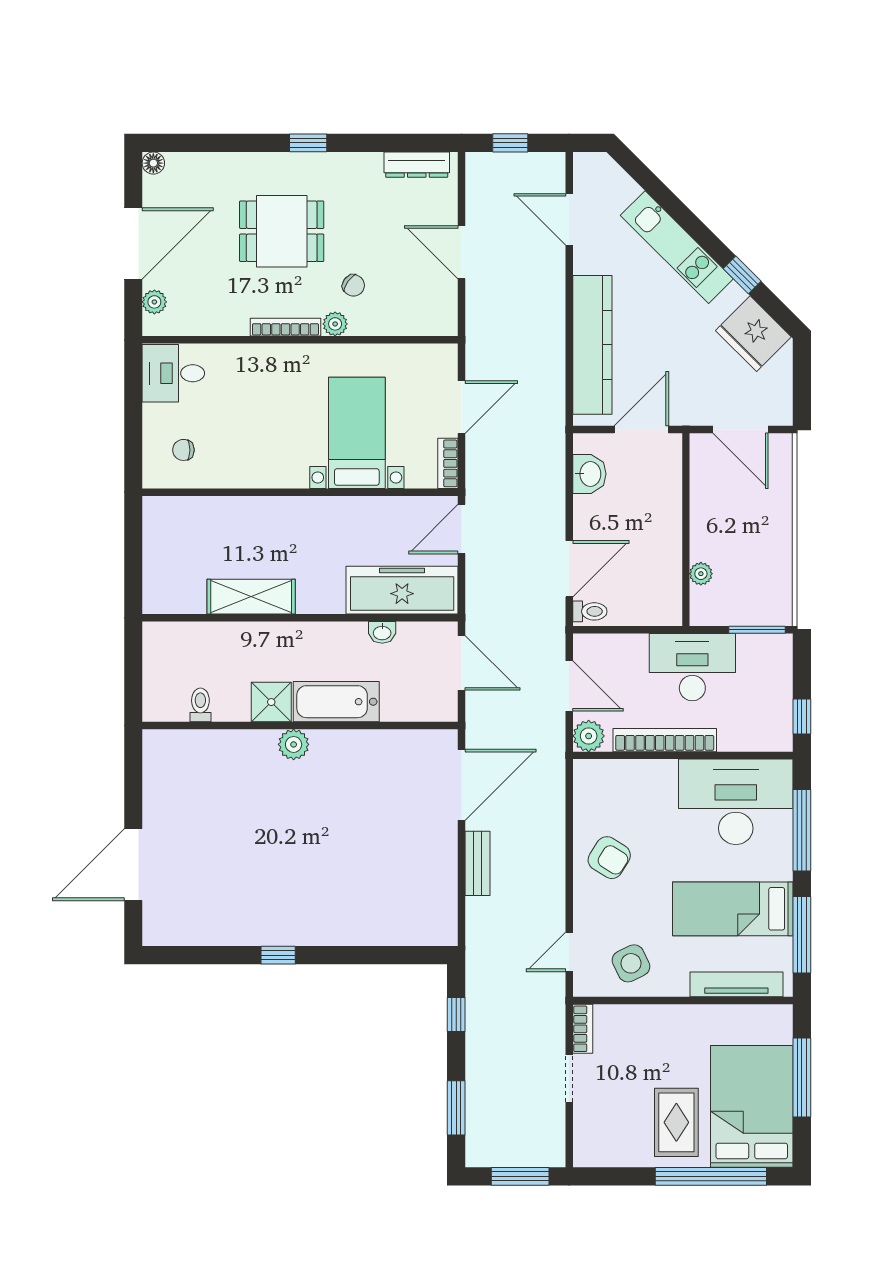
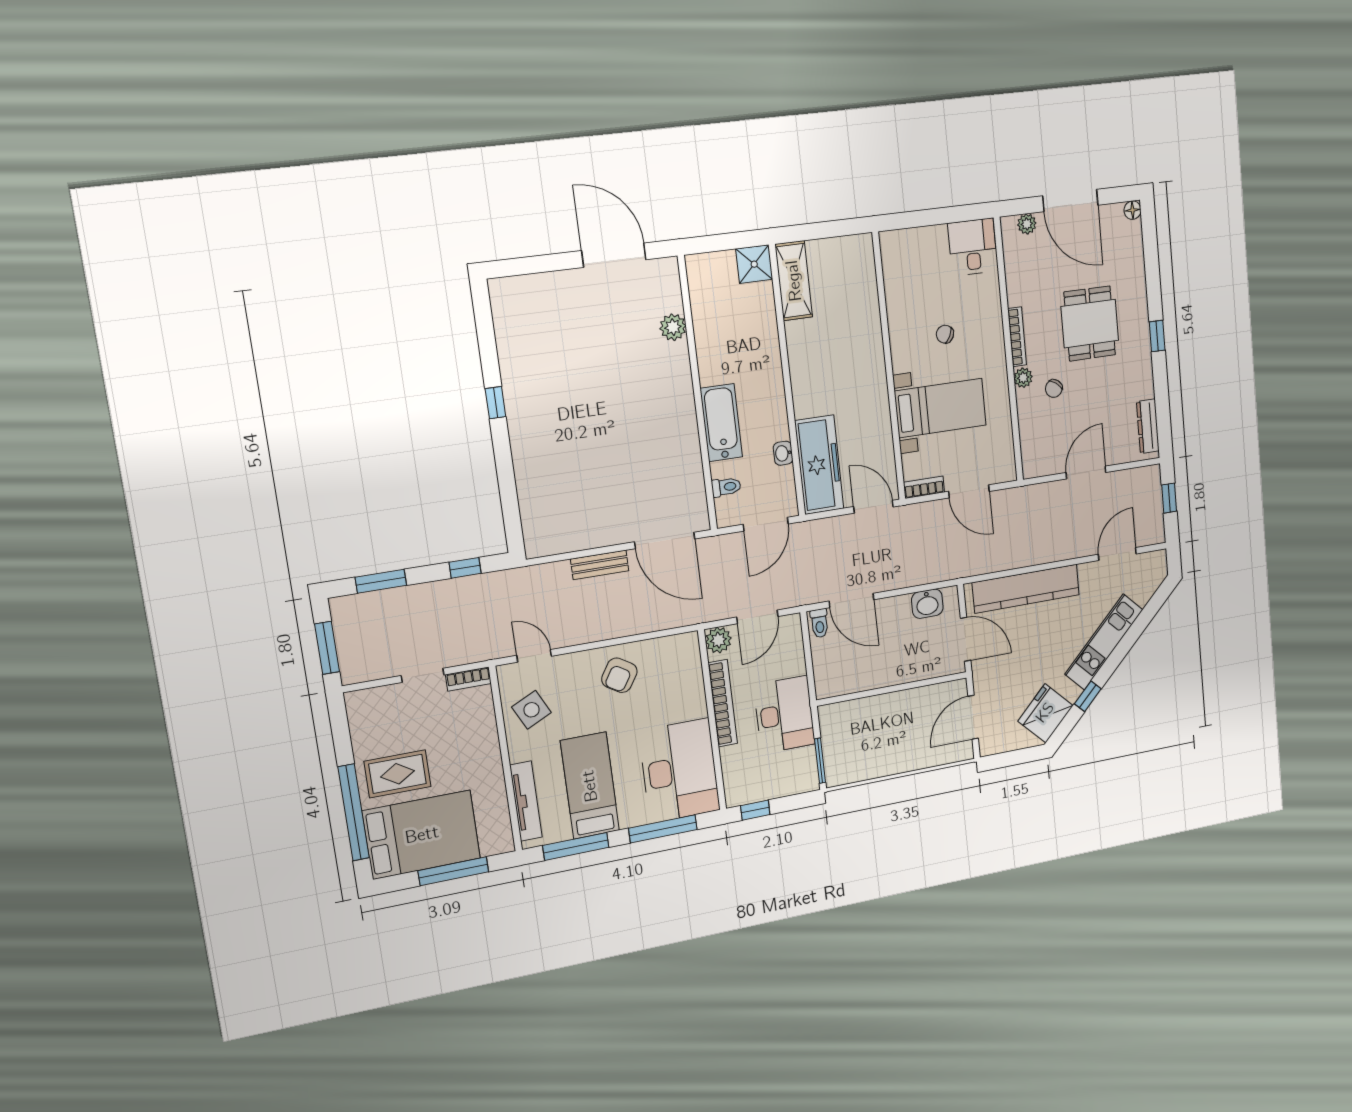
chair: (183, 450) -> (945, 334), moved, turned -64
plant: (701, 574) -> (859, 707), removed
shelving: (251, 597) -> (794, 281), moved
shower: (271, 702) -> (754, 264), moved
toilet: (200, 705) -> (726, 487), moved
plant: (294, 744) -> (673, 327), moved
door: (133, 865) -> (614, 255), moved

